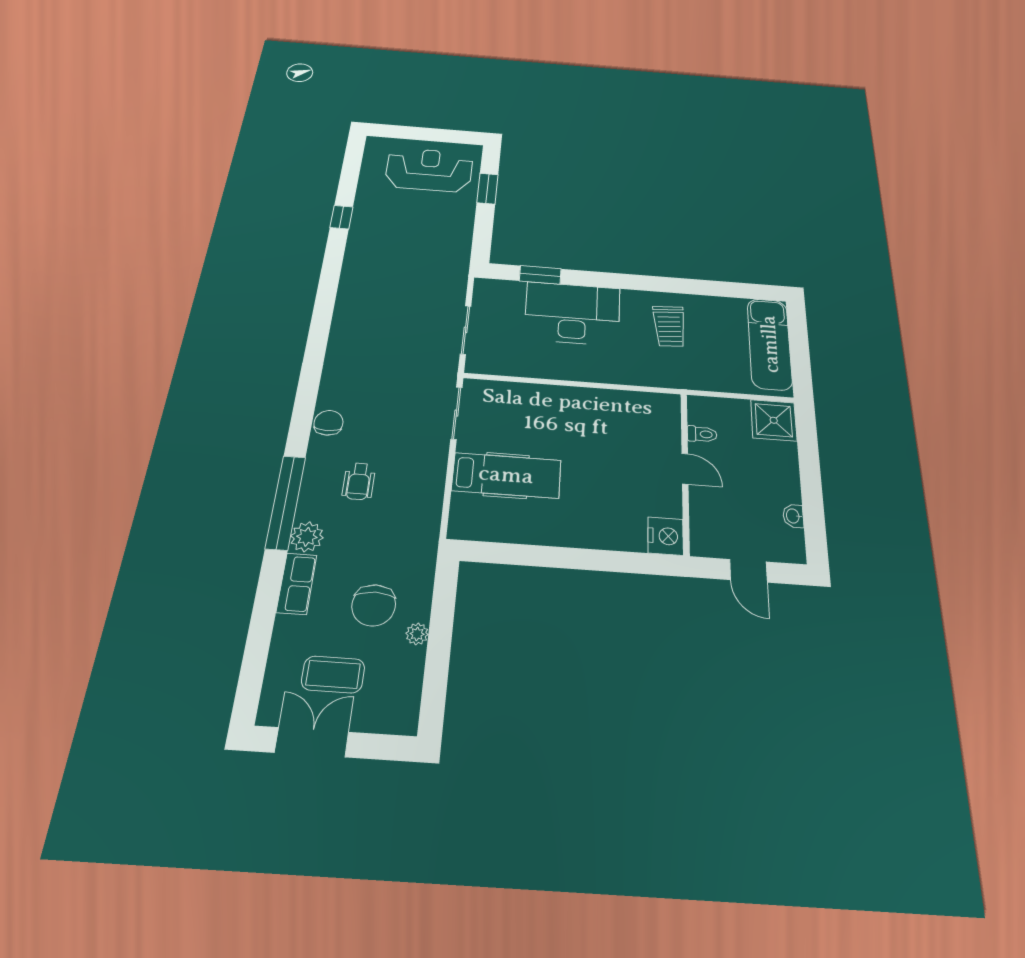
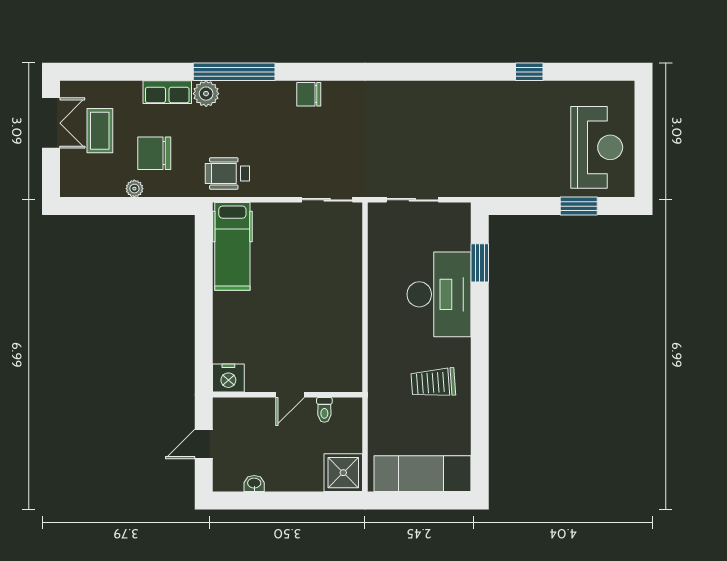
chair: (328, 423) -> (309, 94), turned 180
hospital bed: (506, 475) -> (232, 246), moved
wheelchair: (359, 481) -> (227, 174), moved, width x1.36, depth x1.37

